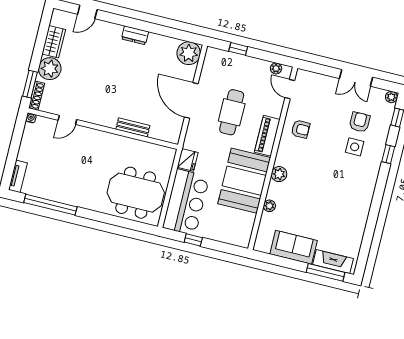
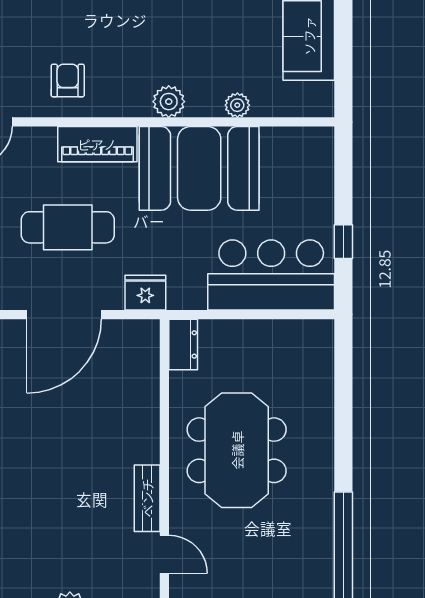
bench: (133, 127) -> (147, 498), moved
dresser: (164, 153) -> (183, 344), added
fridge: (188, 160) -> (145, 293), moved
meeting table: (136, 193) -> (237, 450), moved

